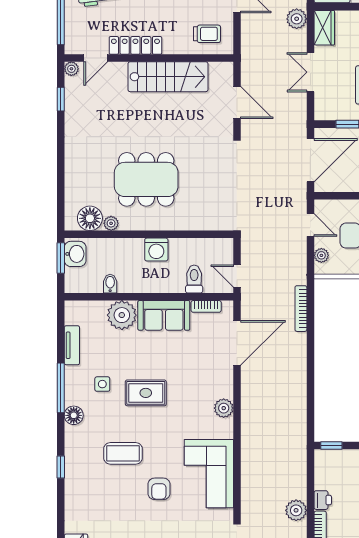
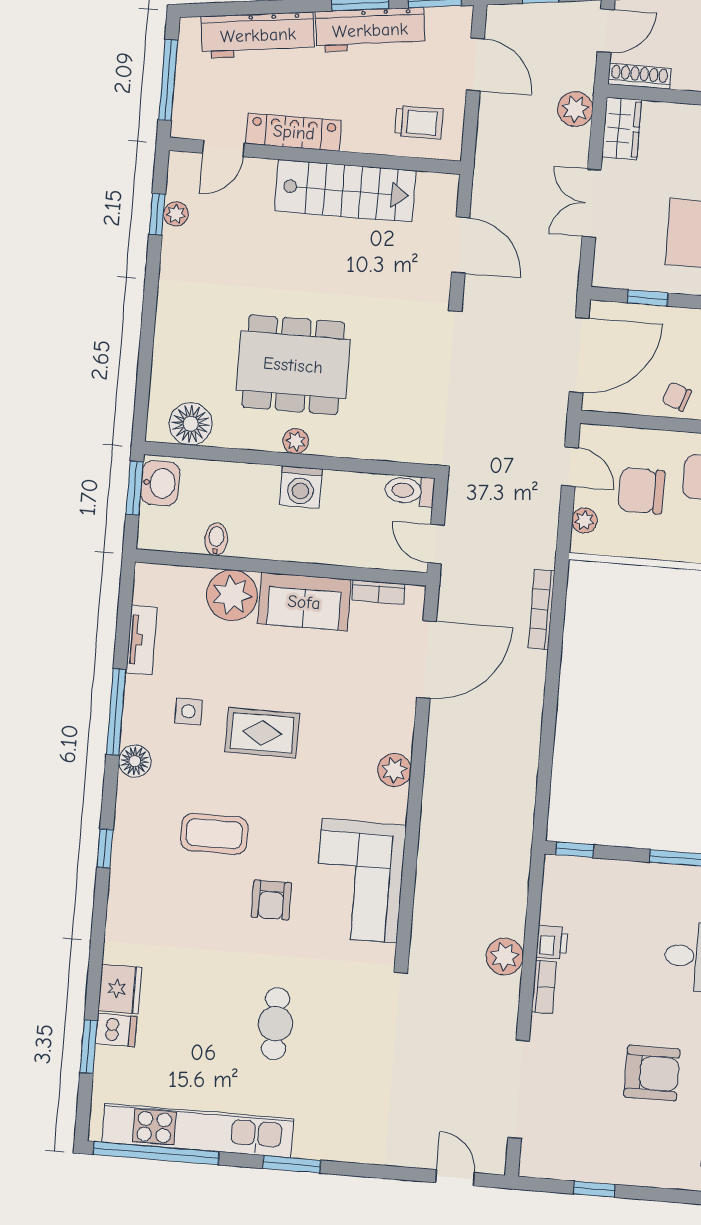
plant: (71, 69) -> (176, 214), moved
plant: (111, 223) -> (296, 441), moved
toilet: (194, 279) -> (410, 491), moved, turned -90

